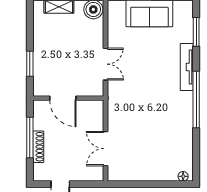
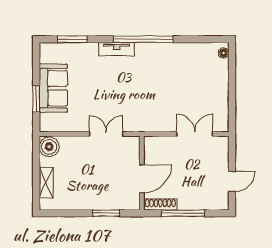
tv unit: (187, 67) -> (117, 49), width x0.71
shoe rack: (38, 147) -> (160, 204), moved
double door: (106, 149) -> (195, 134), swing flipped

